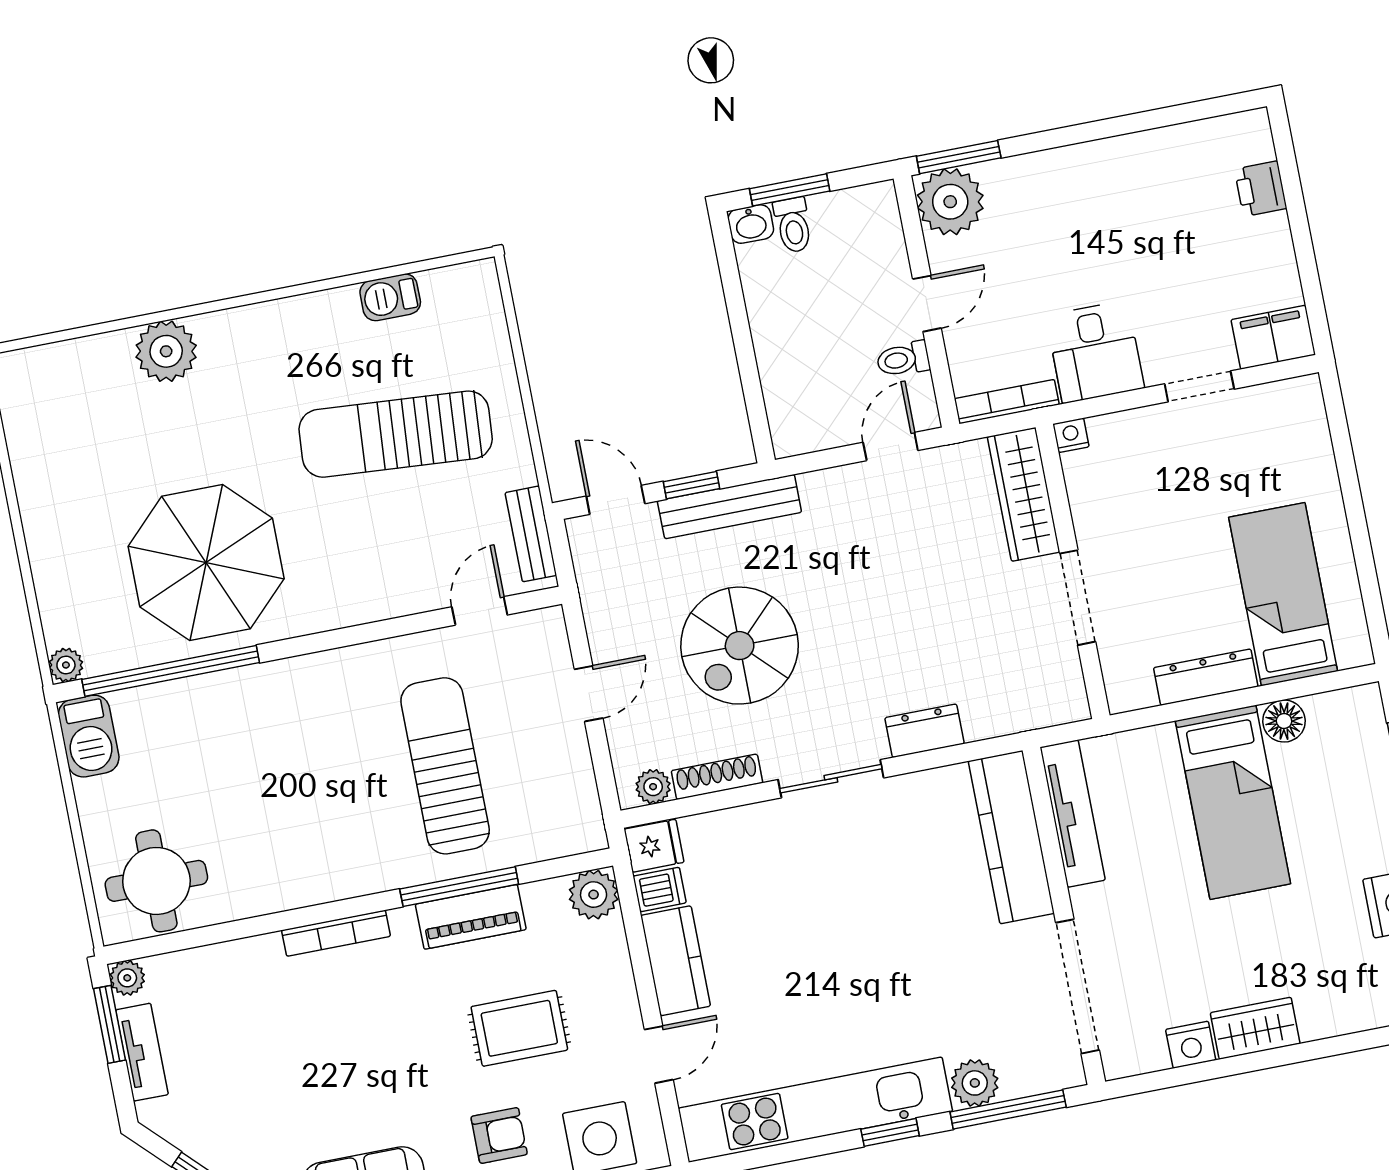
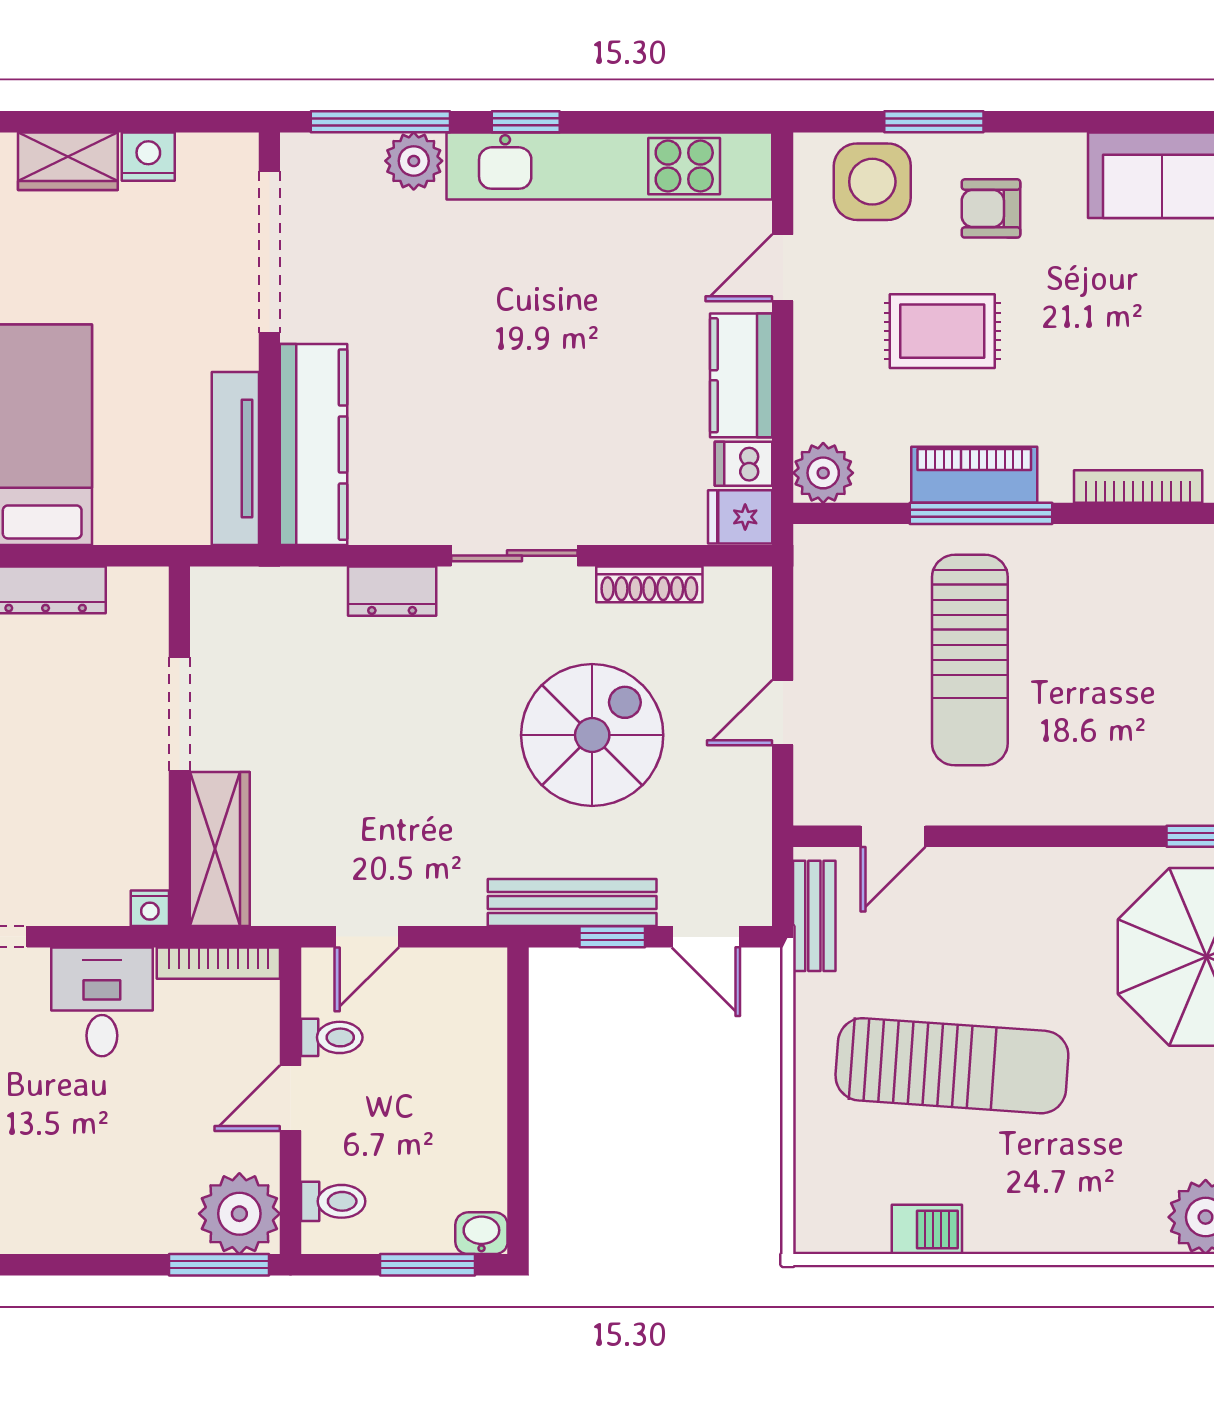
toilet: (793, 225) -> (333, 1201), moved, turned 90
plant: (653, 787) -> (728, 587), removed

